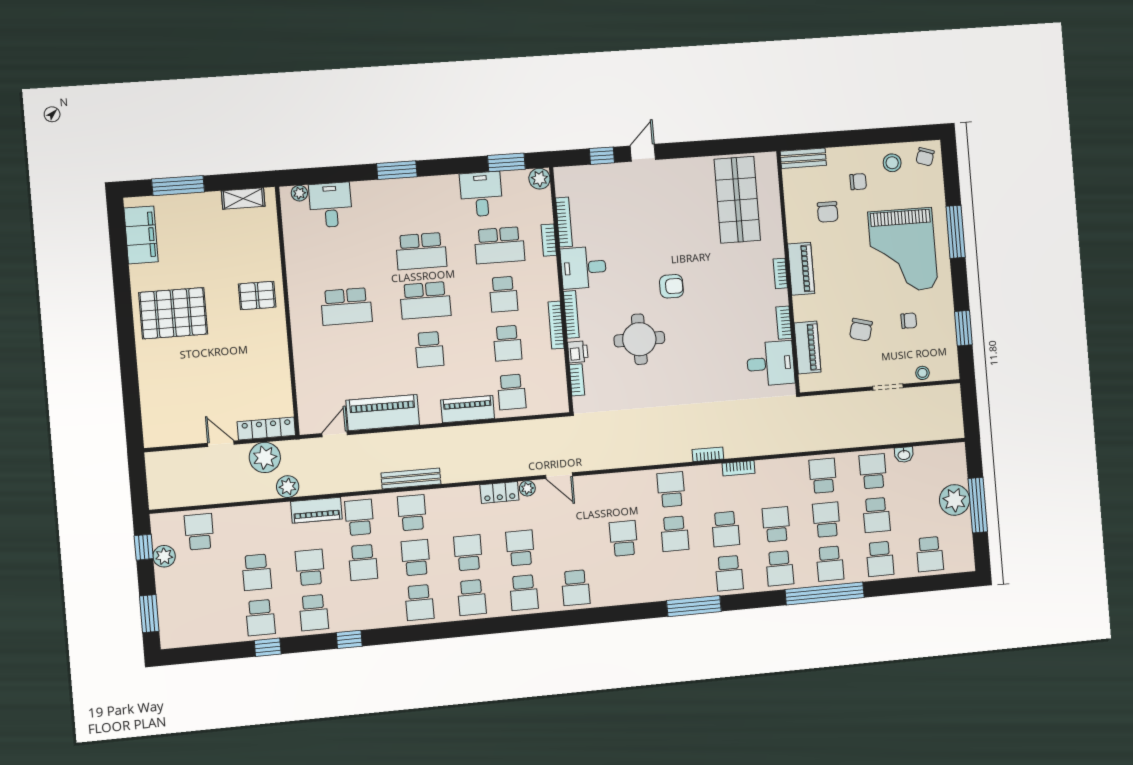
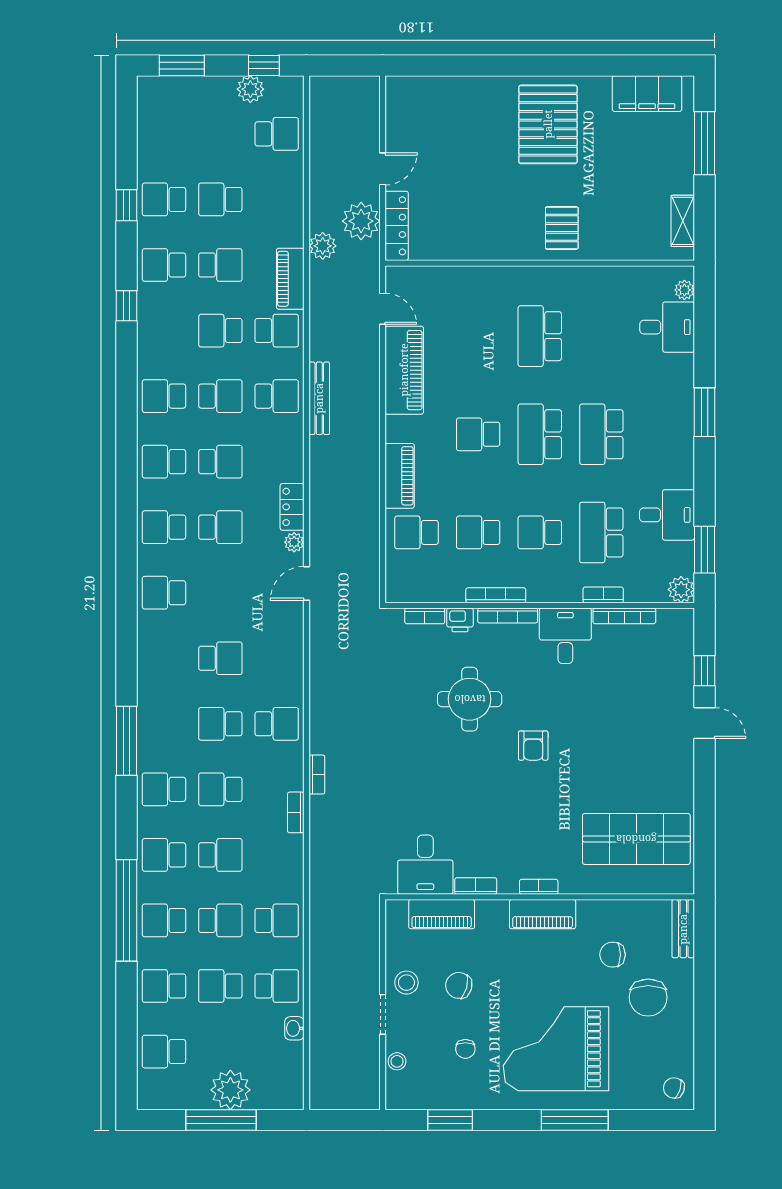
stool: (892, 163) -> (406, 983), moved
chair: (858, 182) -> (648, 997), width x1.87, depth x1.87

